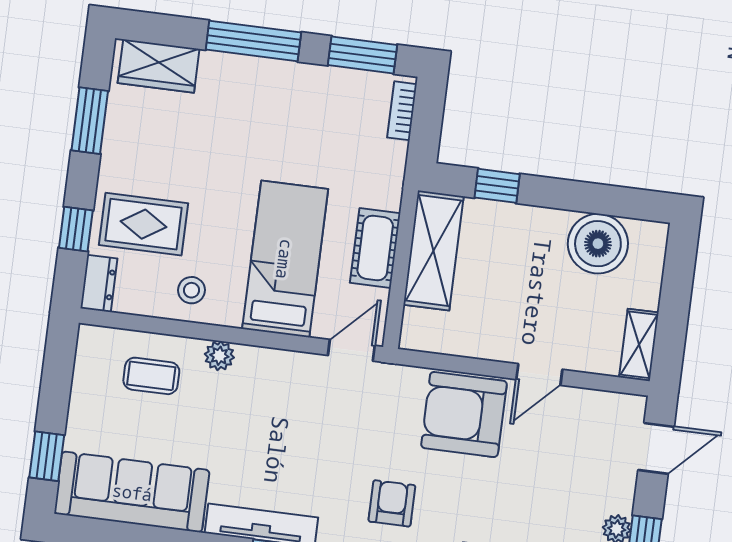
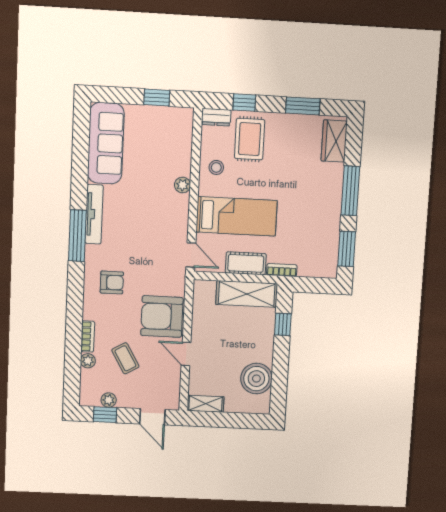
bookcase: (402, 111) -> (282, 270), moved
coffee table: (151, 376) -> (125, 358), moved, turned -30
armchair: (464, 414) -> (162, 317), turned -90
window: (47, 456) -> (157, 97), moved

